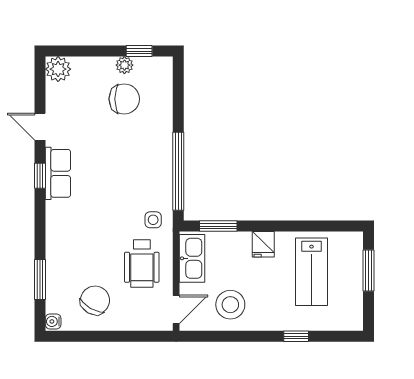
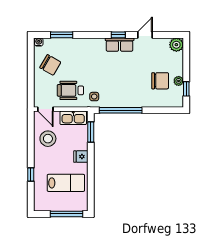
chair: (124, 99) -> (160, 81), turned -90
window: (368, 271) -> (67, 214), width x1.44
lab bench: (312, 272) -> (66, 183), turned 180

